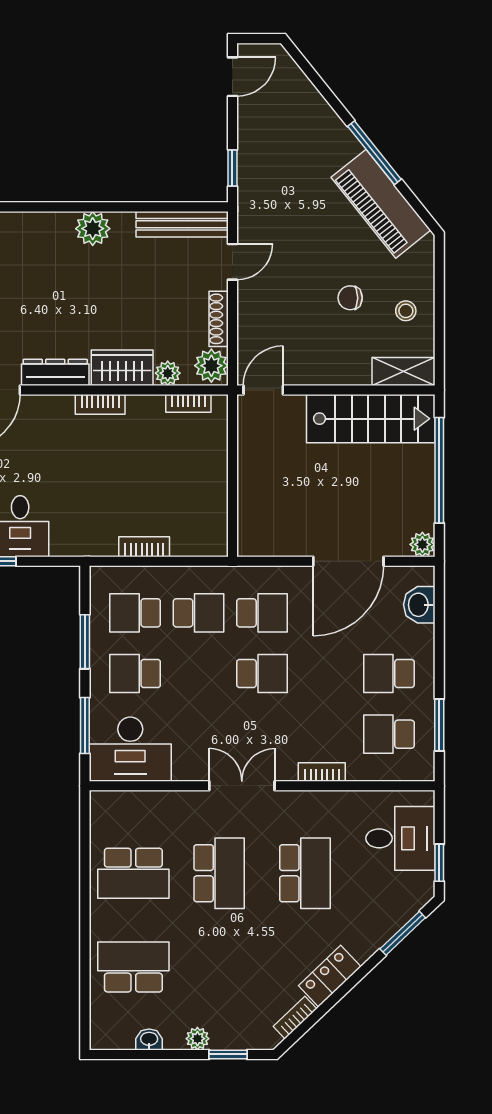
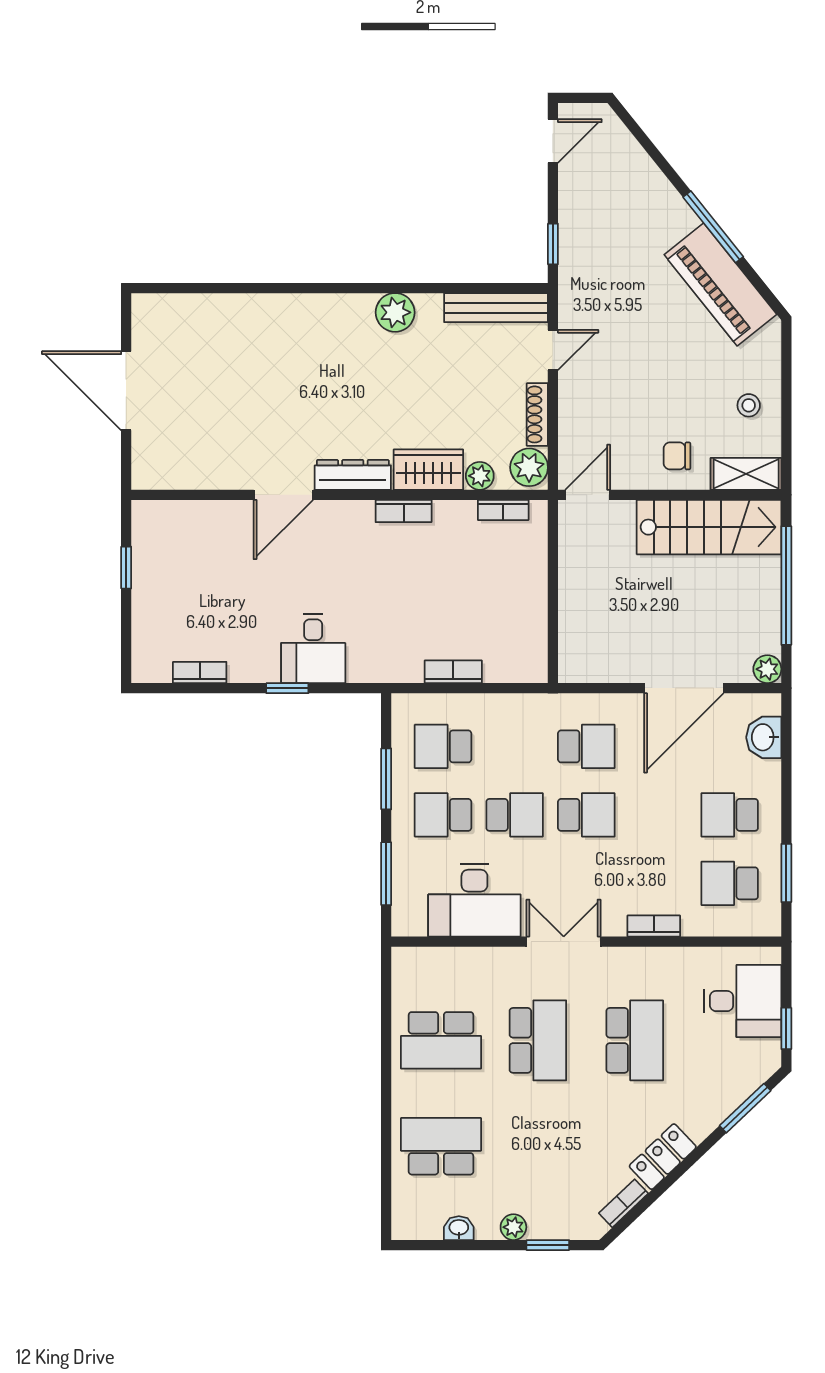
chair: (350, 298) -> (677, 456), moved
school desk: (199, 613) -> (515, 815), moved
desk: (130, 749) -> (474, 900), moved

